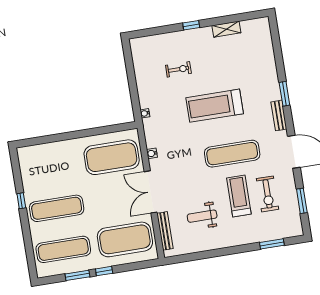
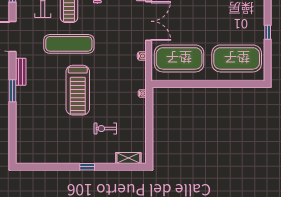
shelving: (226, 29) -> (128, 158), moved
treadmill: (215, 106) -> (78, 90), turned 90
exercise mat: (57, 208) -> (237, 58), moved, width x1.47

